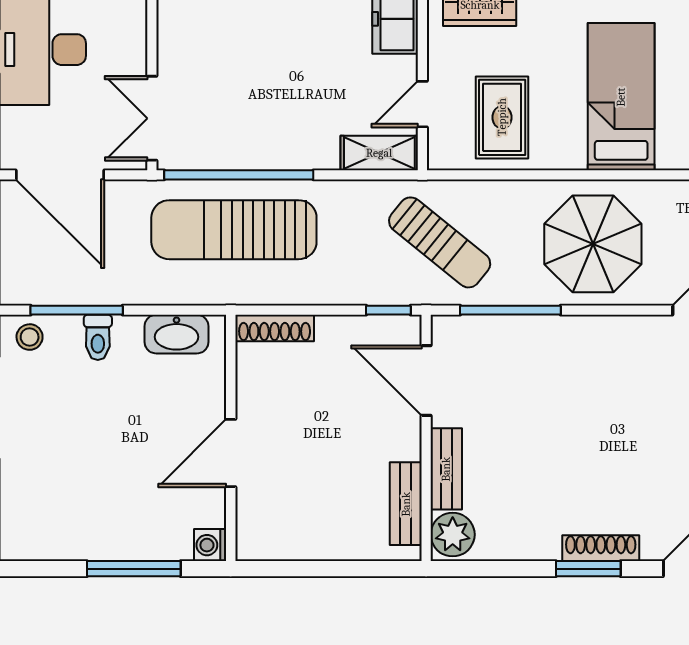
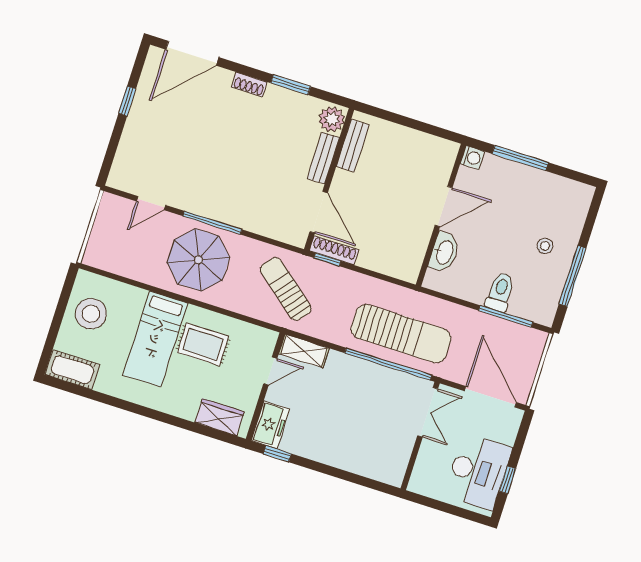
rug: (502, 117) -> (203, 344), moved, turned 90
window: (510, 310) -> (212, 223), moved
shoe rack: (275, 328) -> (334, 250), moved
washbasin: (177, 334) -> (444, 252), moved, turned 90
stool: (30, 337) -> (545, 246), moved
toilet: (98, 337) -> (500, 292), width x1.37, depth x1.39
shoe rack: (601, 548) -> (249, 85), width x0.70
window: (588, 569) -> (291, 85), moved

